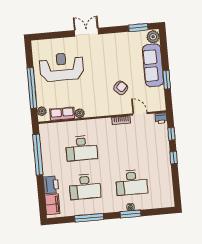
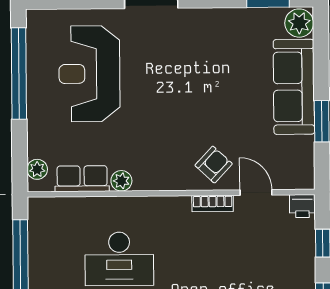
reception desk: (62, 67) -> (89, 74), turned -90
window: (32, 88) -> (19, 73), moved
armchair: (121, 88) -> (214, 165), moved

